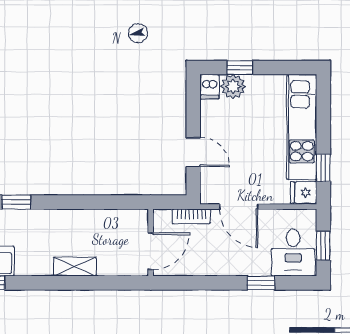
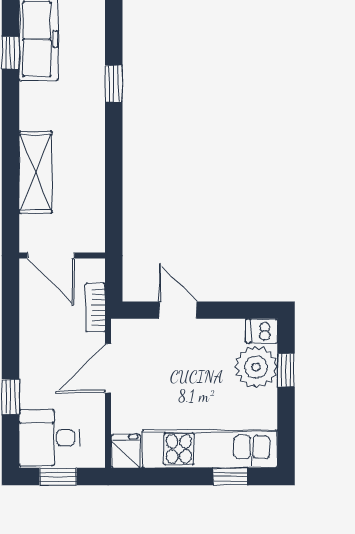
plant: (233, 87) -> (256, 367), width x1.36, depth x1.36
door: (193, 152) -> (178, 310), swing flipped
window: (323, 168) -> (230, 477), moved
shelving: (75, 267) -> (35, 172), width x1.50, depth x1.33

